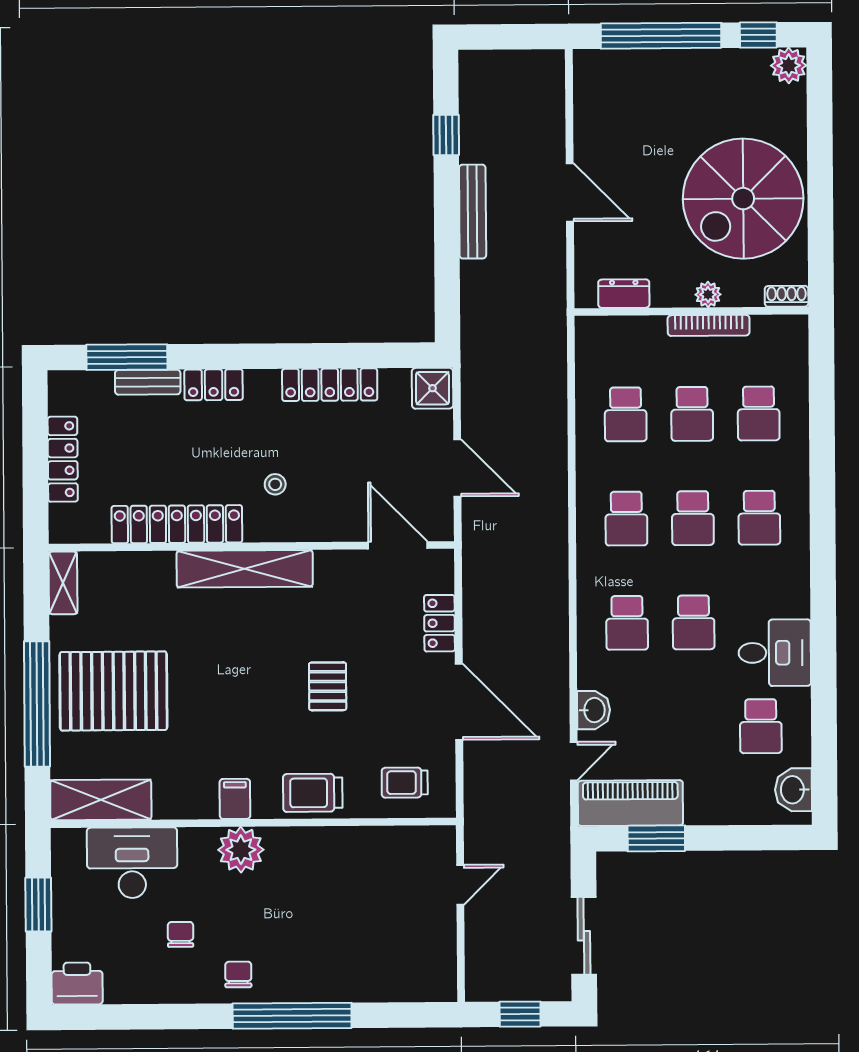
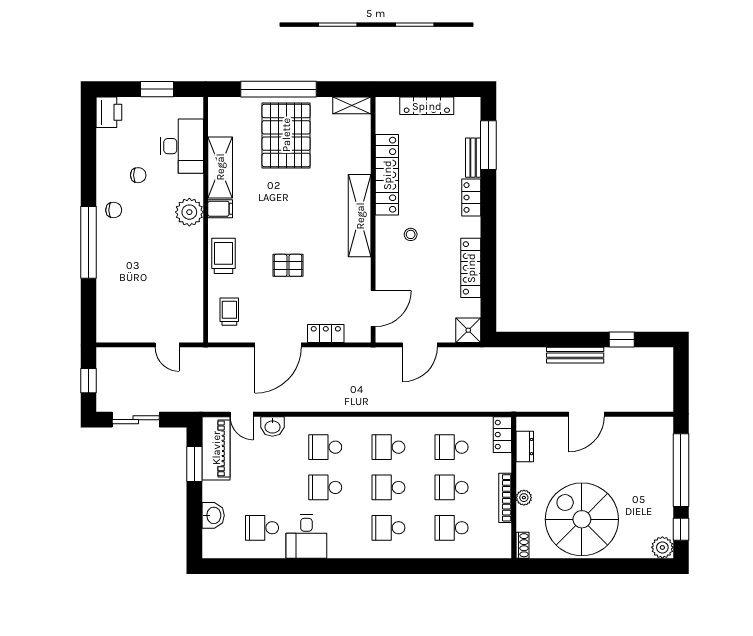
locker: (604, 331) -> (502, 435), added
washbasin: (793, 790) -> (213, 515), moved, turned 90
shelving: (101, 800) -> (220, 167), moved

